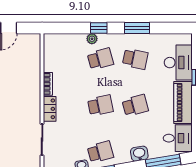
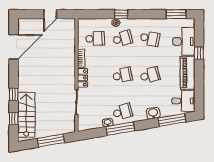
window: (137, 28) -> (176, 14), moved
school desk: (66, 59) -> (95, 39), added

